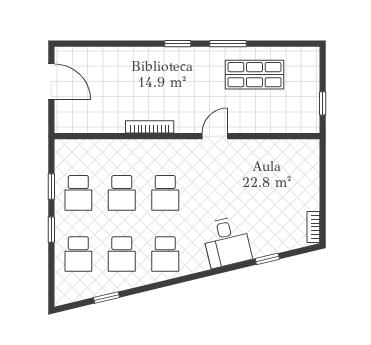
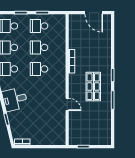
shop shelf: (254, 75) -> (93, 87), moved
door: (51, 82) -> (94, 13), hinge flipped
door: (215, 136) -> (67, 104), moved

